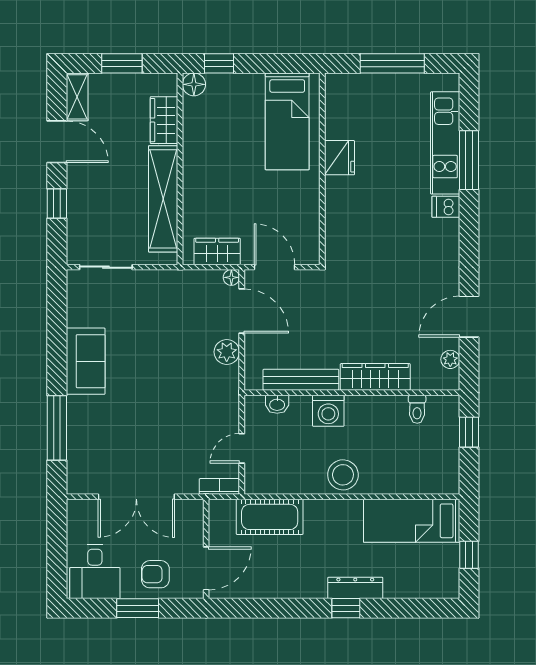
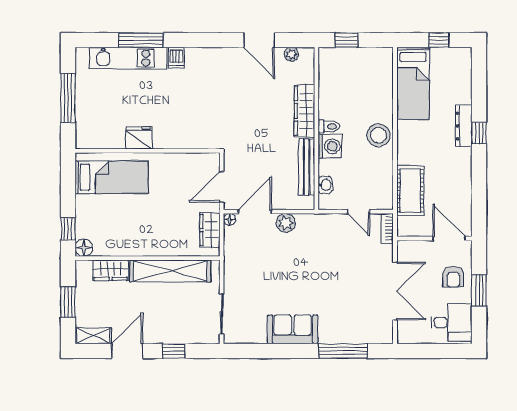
toilet: (417, 409) -> (329, 126), moved

